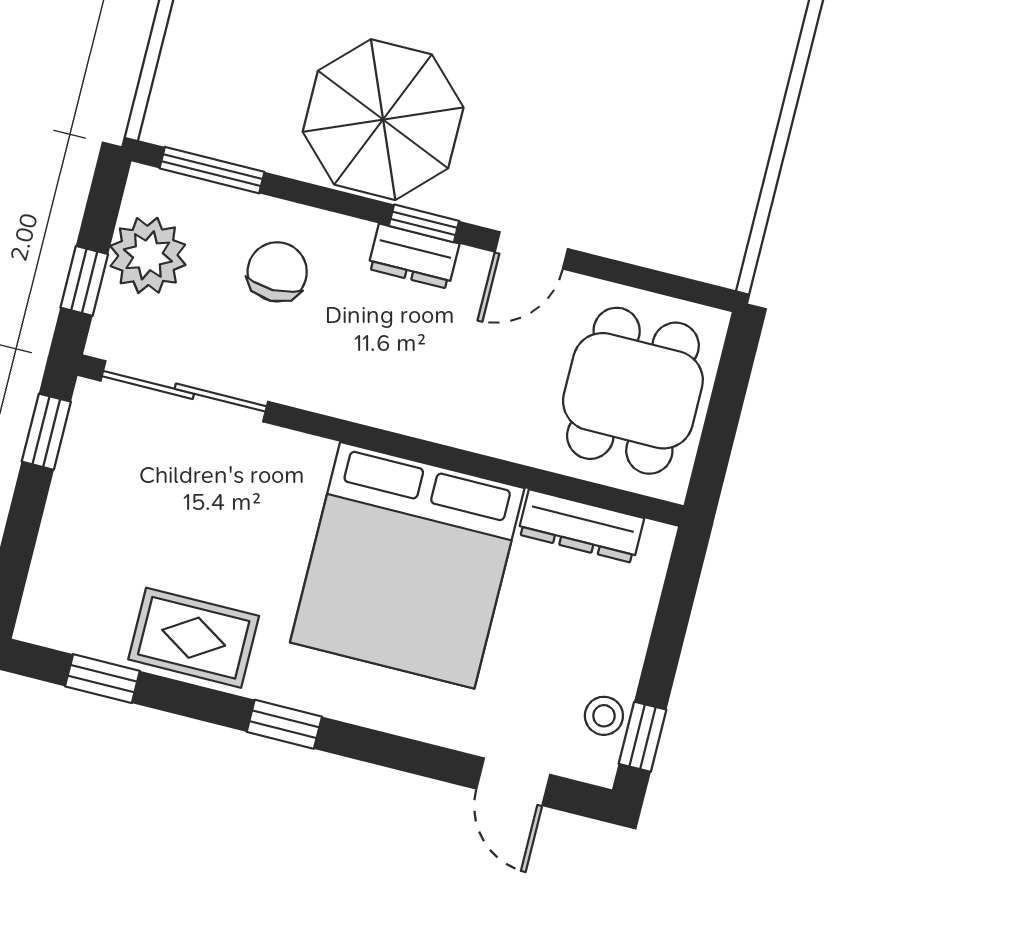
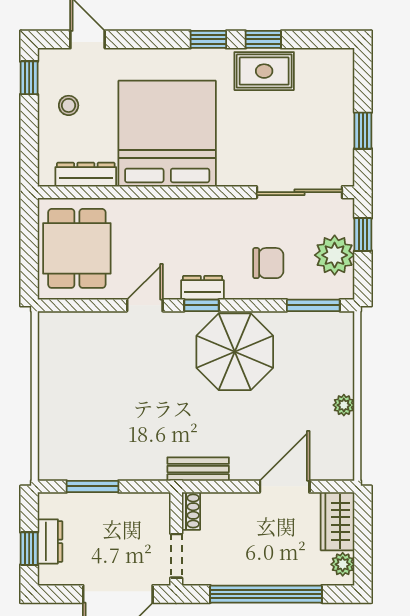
chair: (277, 272) -> (268, 263), turned -90
window: (46, 432) -> (363, 131), moved
window: (102, 679) -> (263, 39), moved
stool: (604, 716) -> (69, 105), moved

